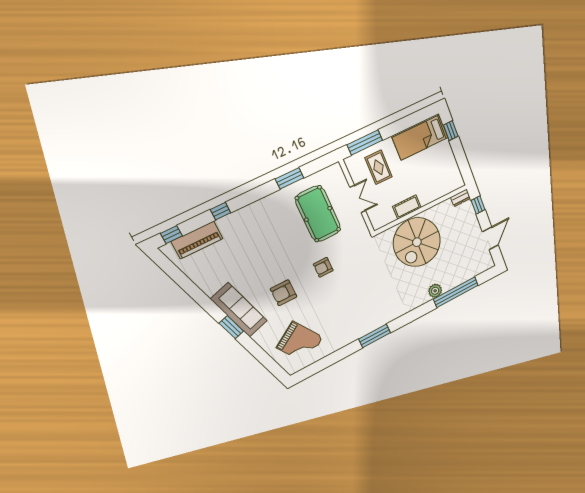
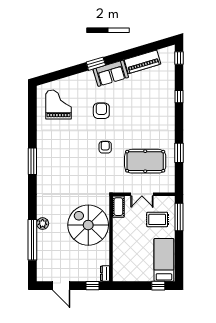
cot: (407, 207) -> (118, 207), moved
piano: (197, 240) -> (143, 62), moved, turned -107
sofa: (239, 310) -> (111, 73), width x0.73
grand piano: (300, 342) -> (58, 105), turned 123

